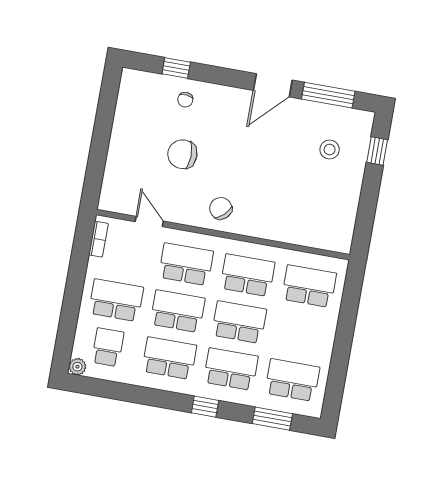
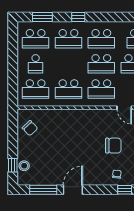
stool: (330, 150) -> (24, 166), moved
chair: (221, 208) -> (30, 128), moved
school desk: (239, 322) -> (36, 64), moved, width x0.54

